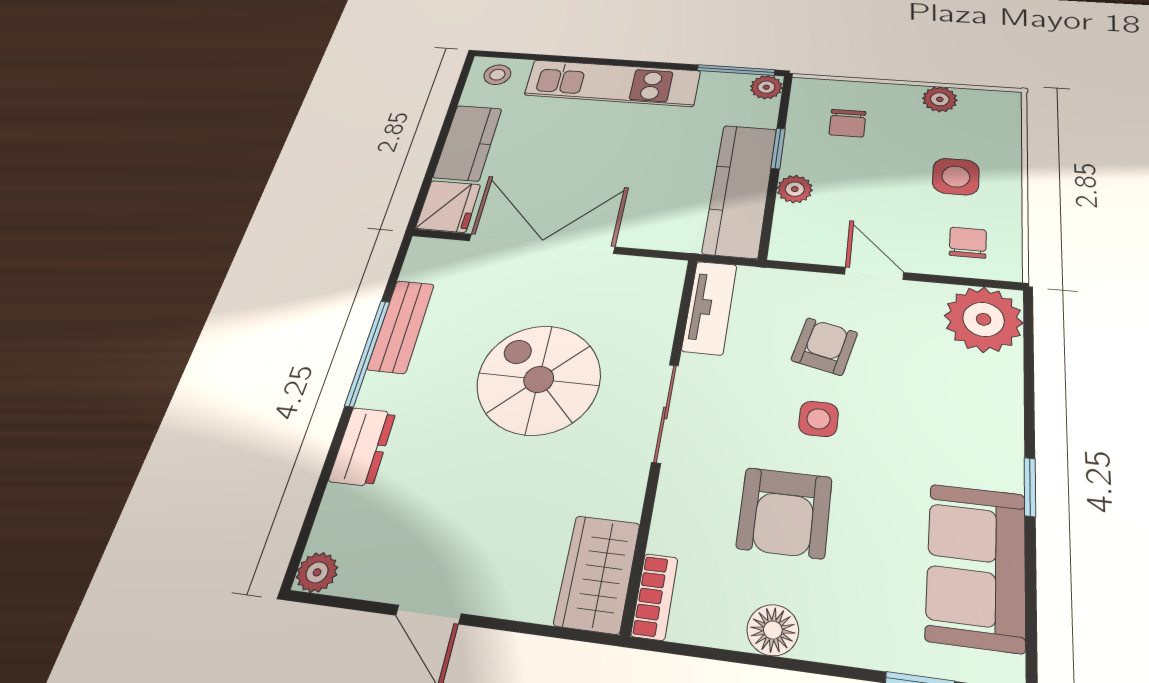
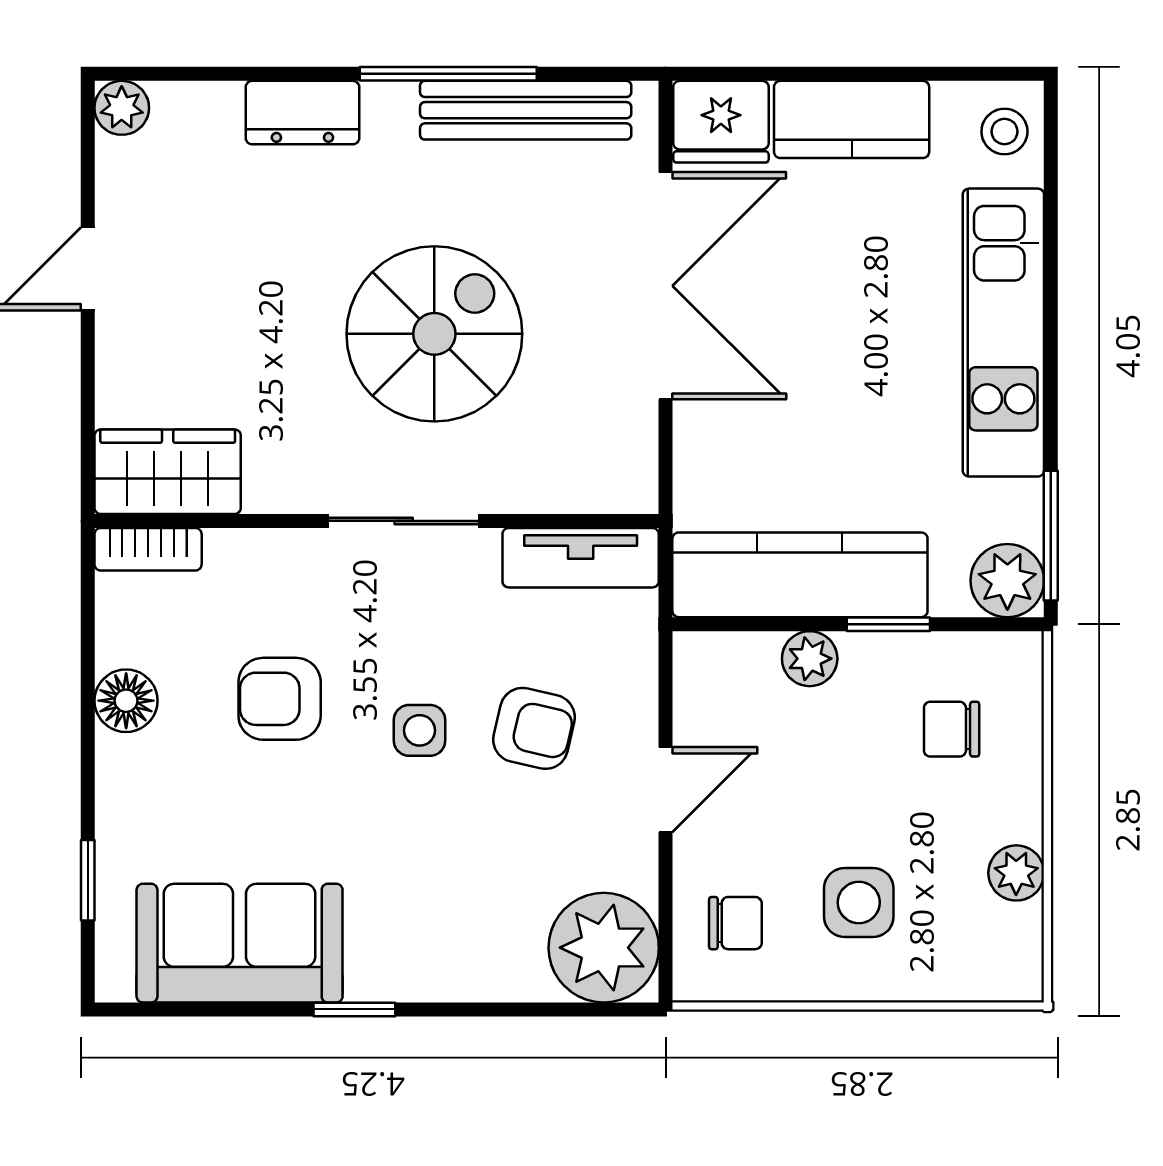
plant: (766, 87) -> (1007, 581), width x1.38, depth x1.38
bench: (401, 326) -> (526, 110), width x1.36
armchair: (784, 513) -> (280, 699), width x0.72, depth x0.72

